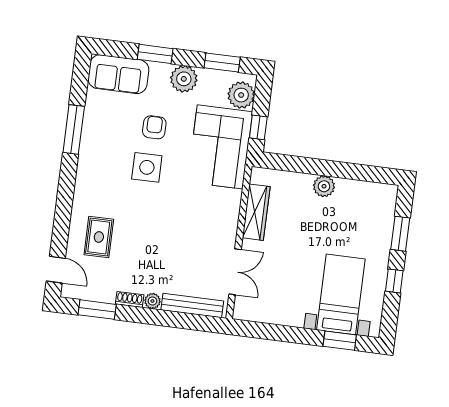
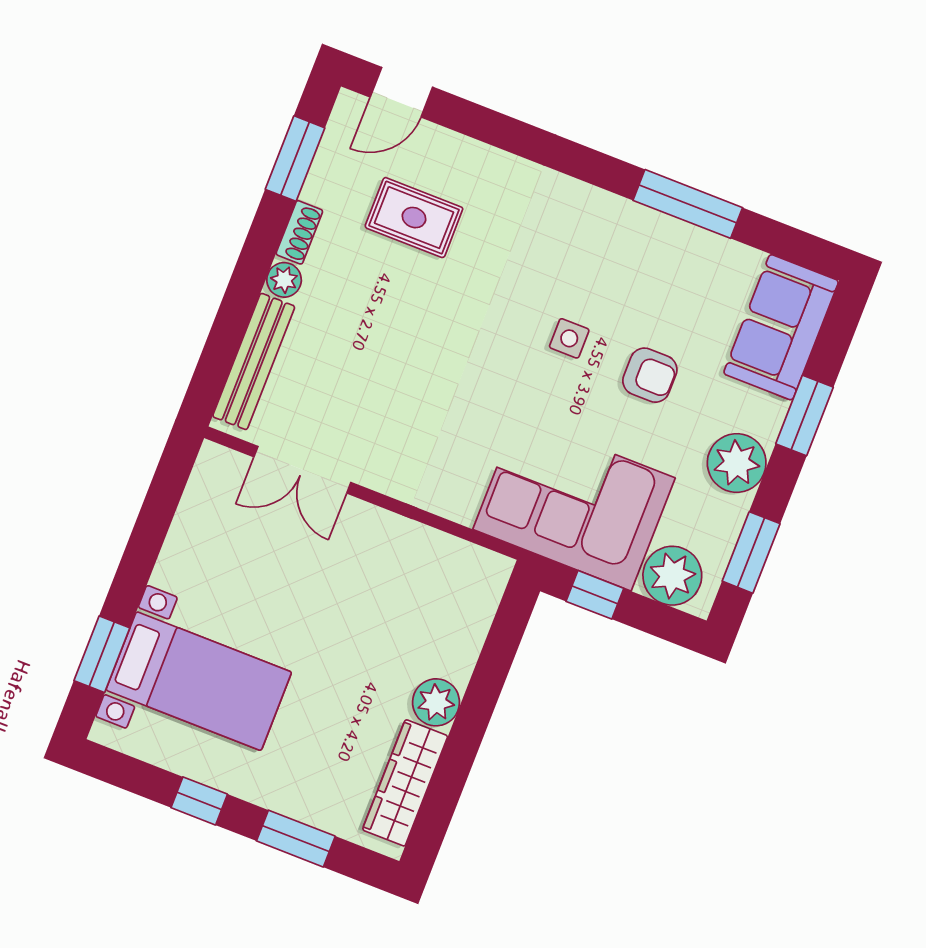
side table: (147, 167) -> (569, 338), width x0.54, depth x0.54
wardrobe: (256, 212) -> (405, 783), moved, turned 90
rug: (99, 237) -> (414, 218), moved

